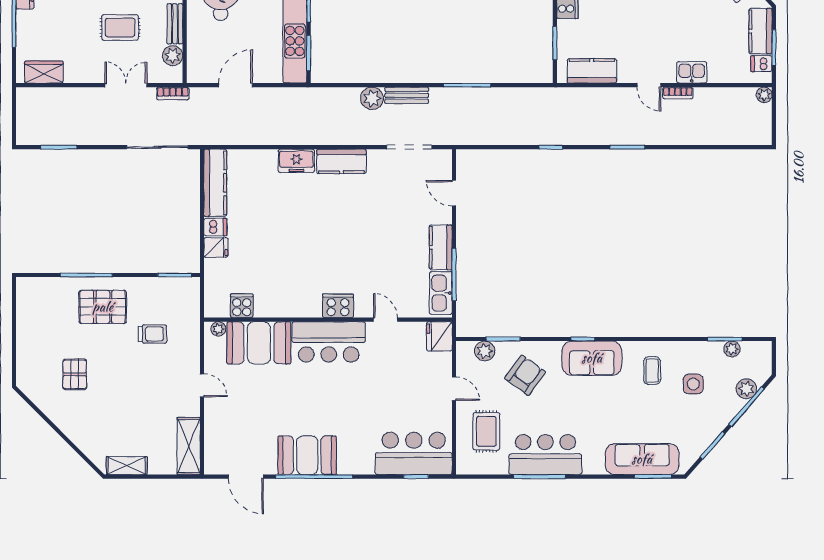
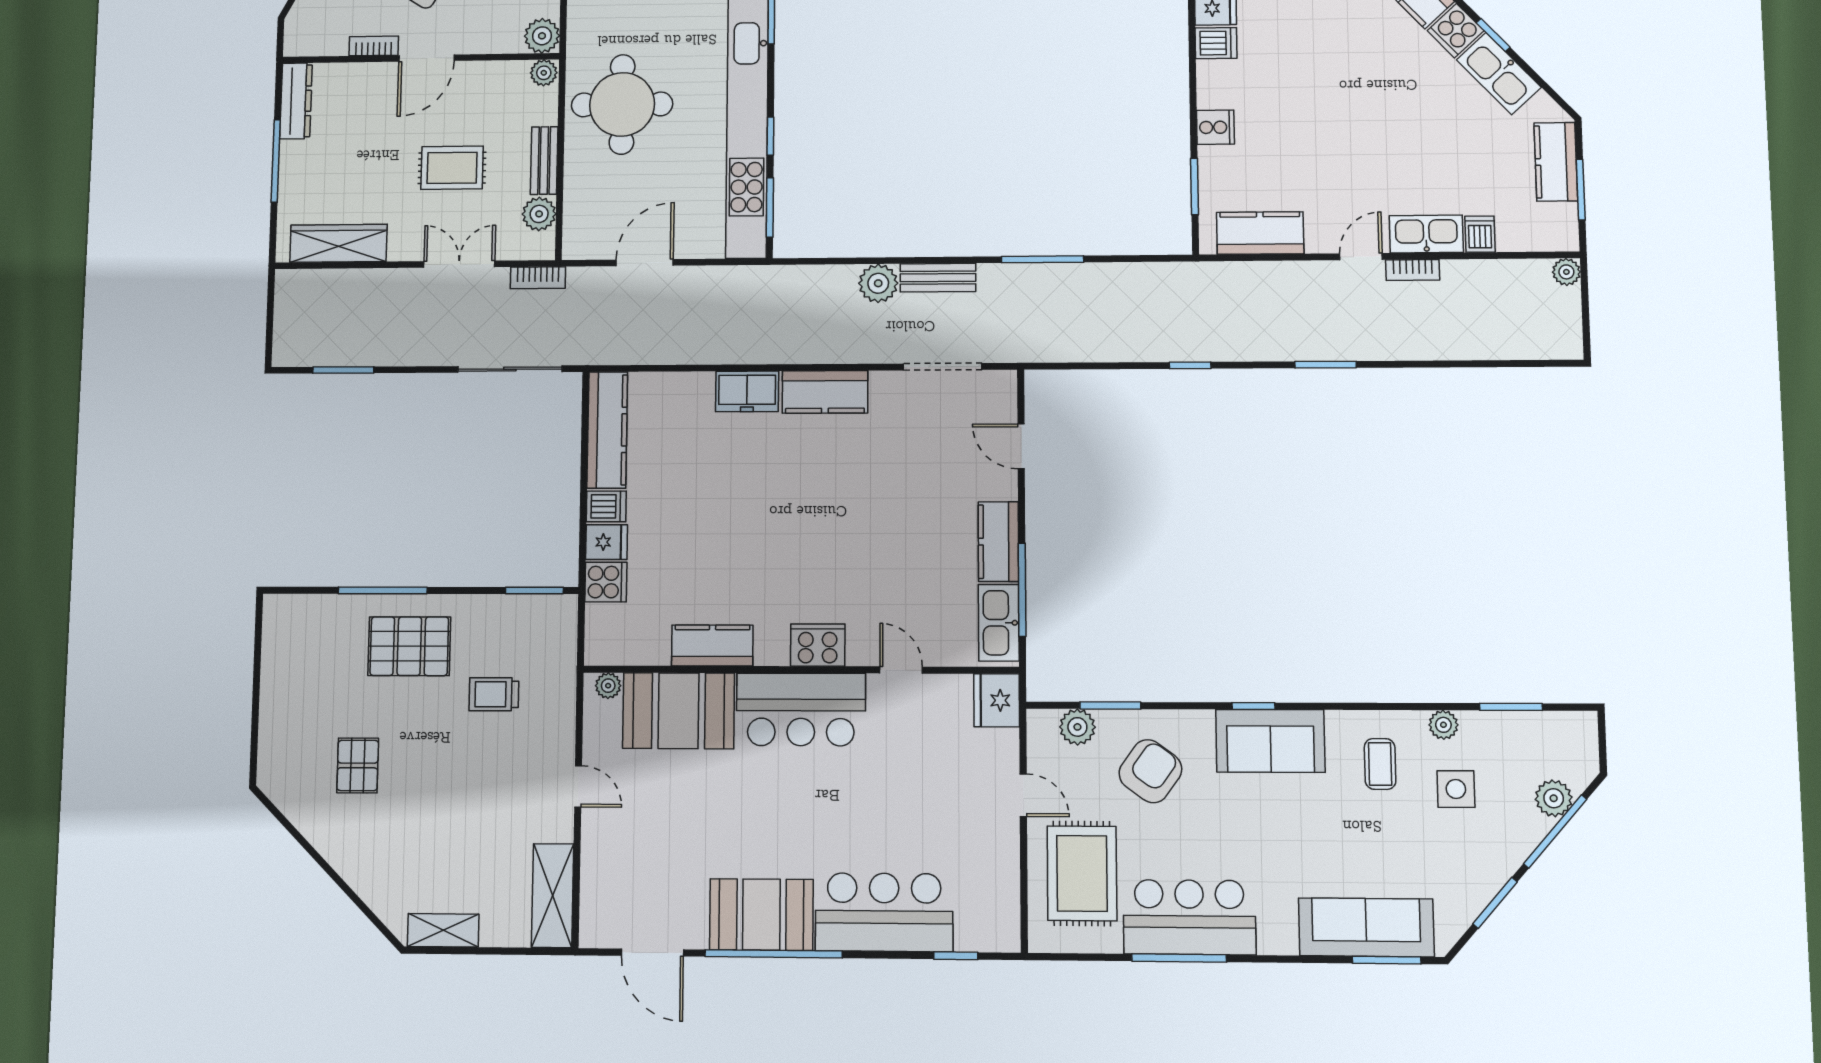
dishwasher: (761, 64) -> (1480, 234), moved, turned 90
wardrobe: (44, 72) -> (338, 243), width x1.50
kitchen sink: (692, 72) -> (1426, 234), width x1.38
door: (649, 85) -> (1361, 257), swing flipped
cooker: (242, 306) -> (606, 582), moved, turned 90
kitchen counter: (278, 306) -> (712, 645), added
trolley: (153, 334) -> (494, 694), turned 180
plant: (732, 349) -> (1443, 725), moved
rug: (486, 431) -> (1082, 873), width x1.36, depth x1.43
bar counter: (414, 453) -> (884, 912), moved

